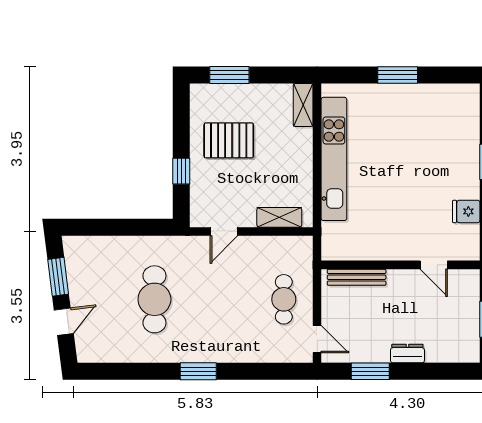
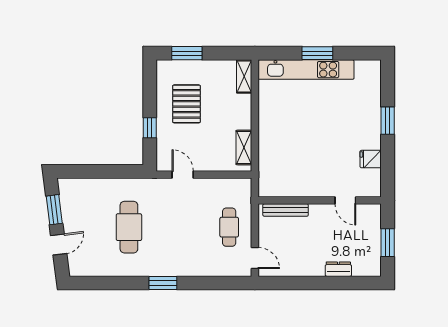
pallet: (229, 140) -> (186, 104), turned 90
kitchen unit: (334, 159) -> (306, 70), moved, turned 90
shelving: (279, 217) -> (244, 147), moved, turned 90
door: (224, 231) -> (183, 175), swing flipped
dresser: (407, 354) -> (338, 269), moved
window: (370, 371) -> (296, 283), removed

